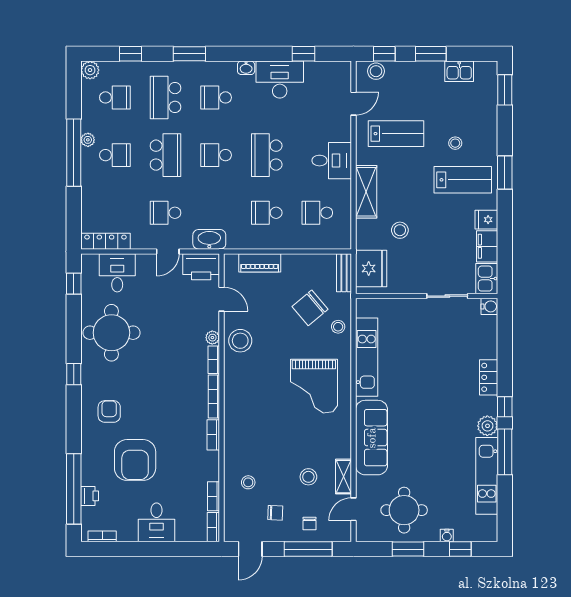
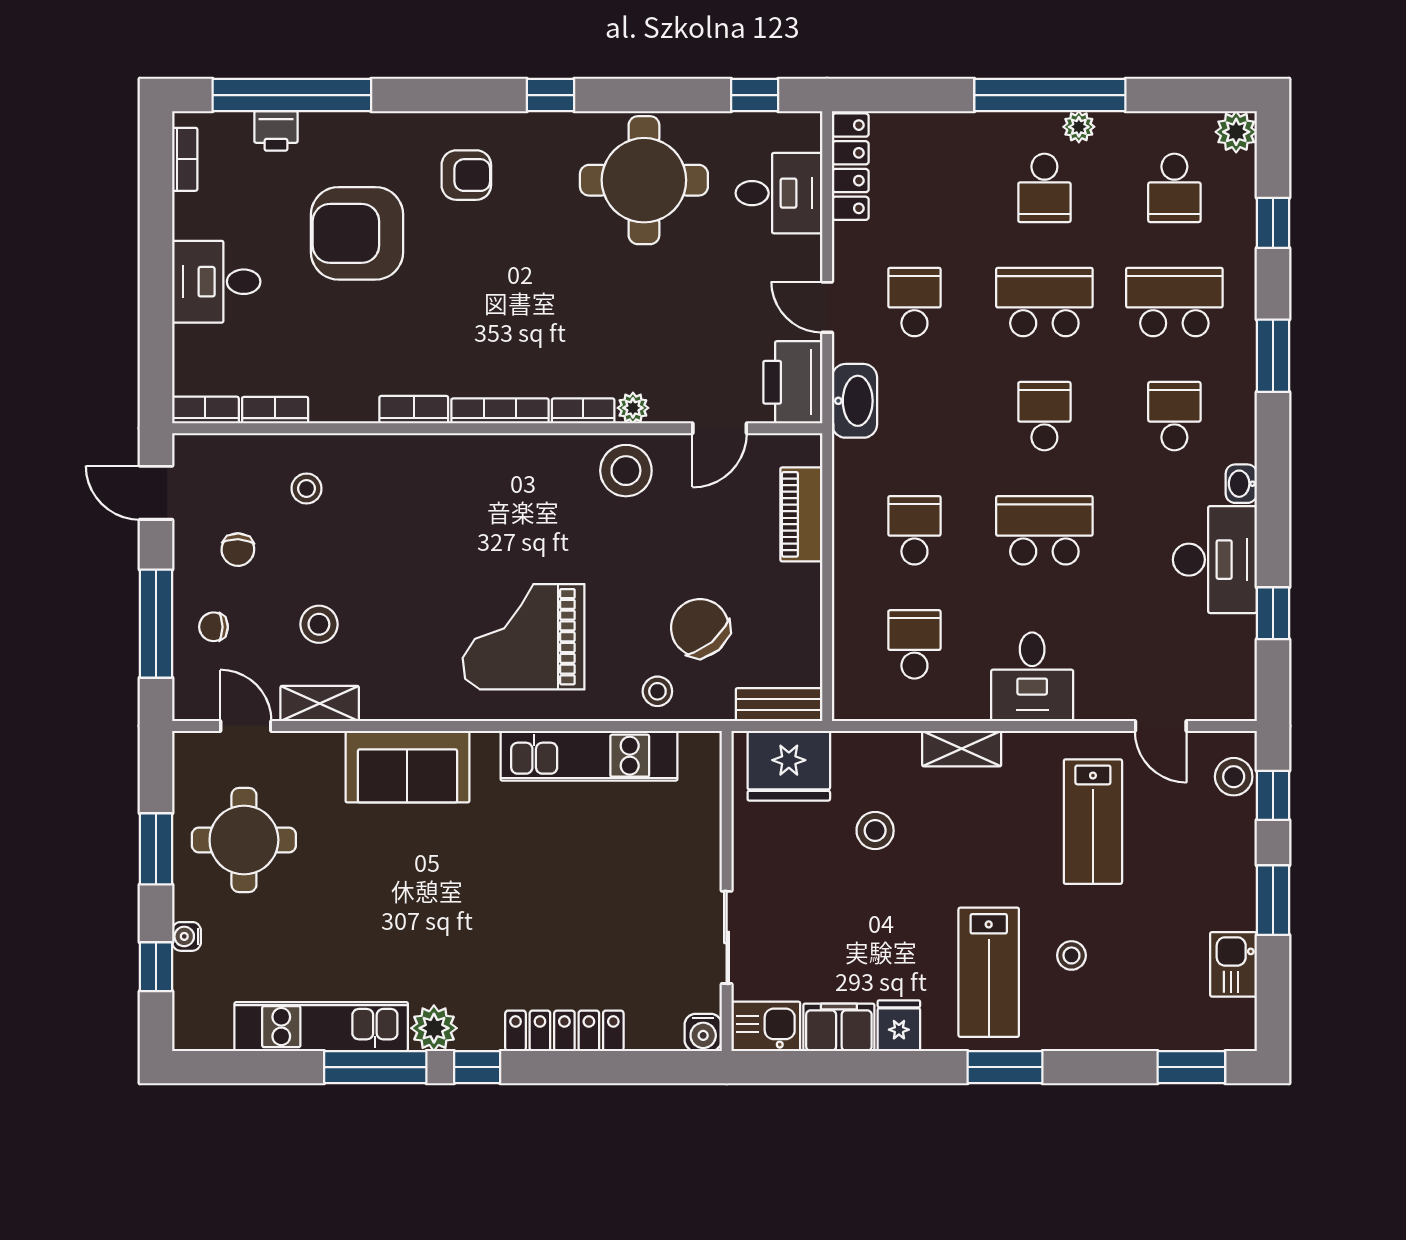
school desk: (165, 155) -> (1044, 302), turned 180
shelving: (366, 192) -> (962, 749), width x0.67, depth x0.75
locker: (489, 377) -> (564, 1031), width x1.53
sofa: (372, 438) -> (407, 767), width x0.73

